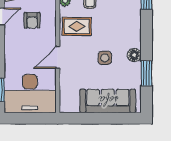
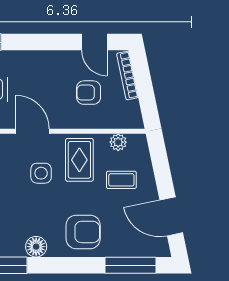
armchair: (124, 24) -> (83, 232), added
side table: (105, 58) -> (41, 173), moved

